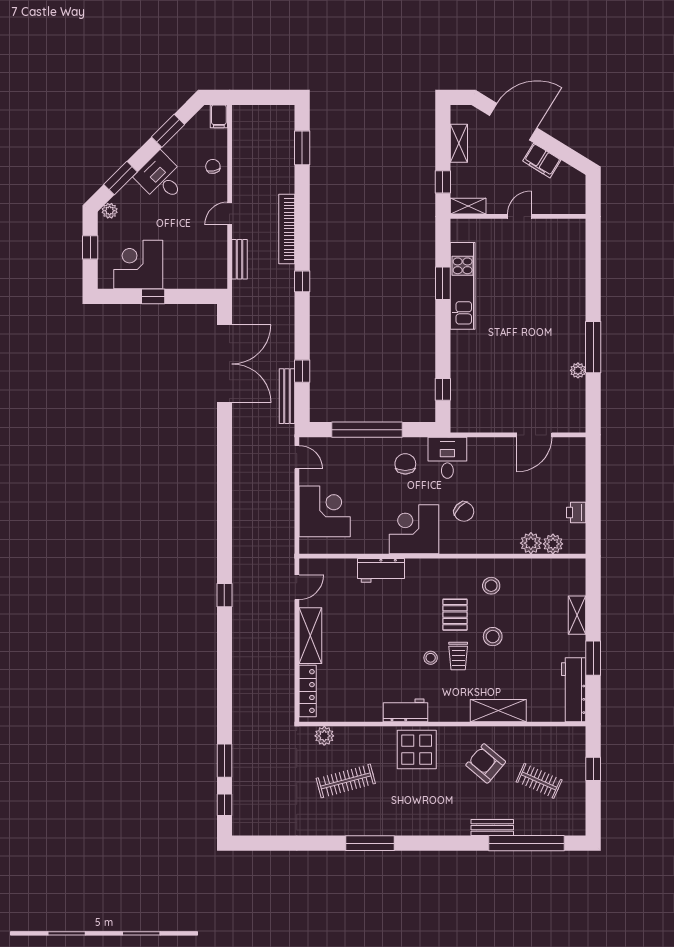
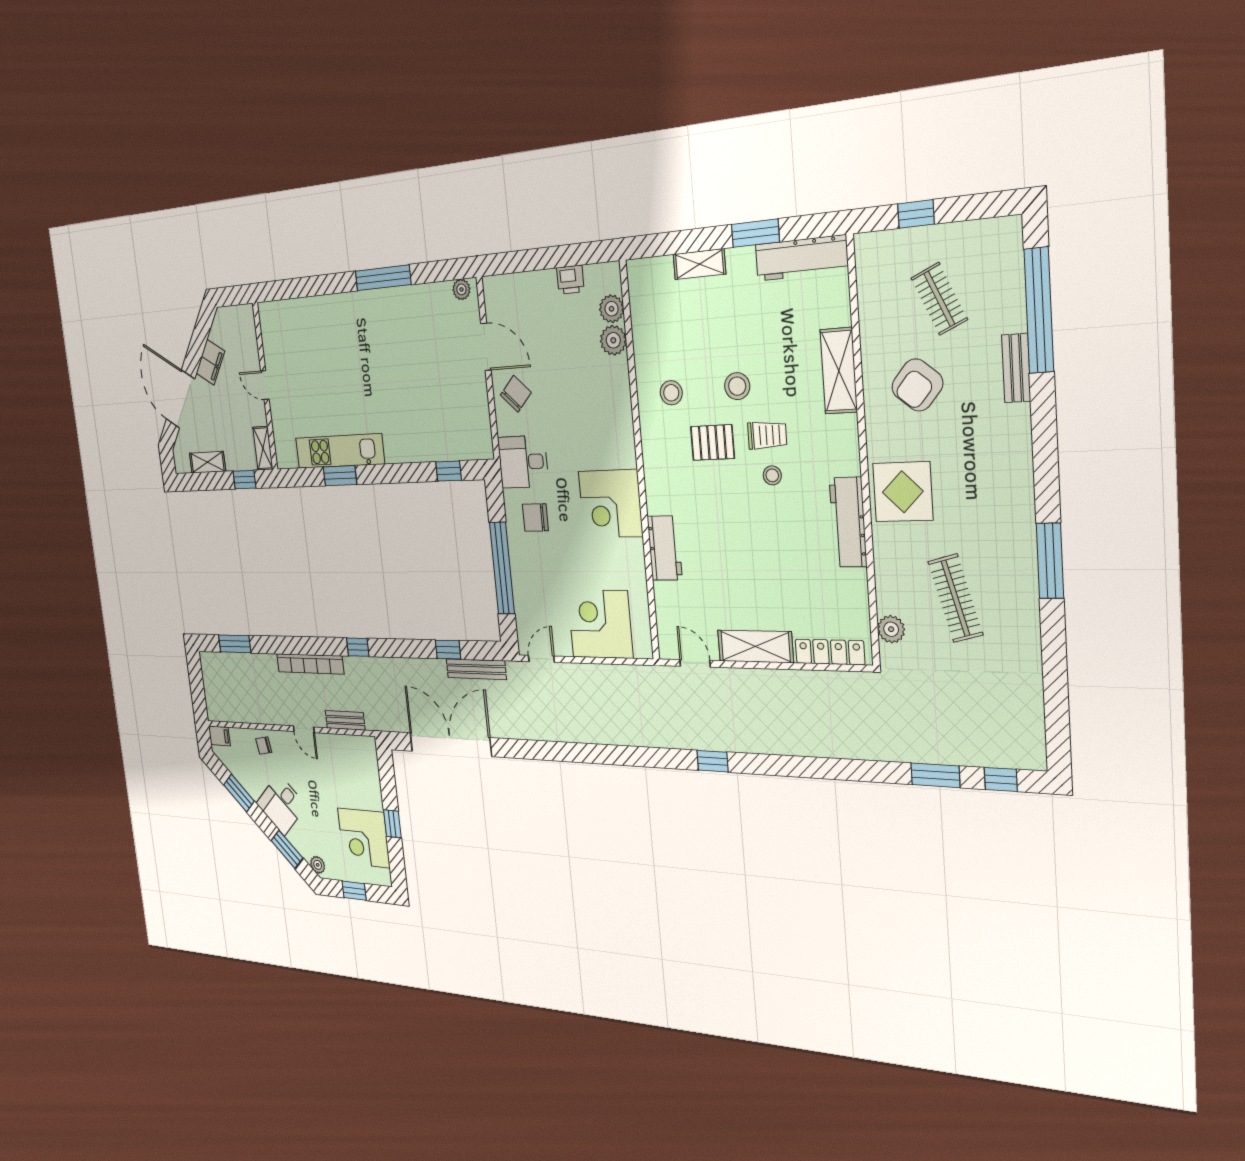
plant: (578, 370) -> (461, 289), moved
chair: (464, 512) -> (516, 394), moved
workbench: (405, 710) -> (848, 522), width x1.38
clothes rail: (539, 781) -> (939, 299), turned -48

